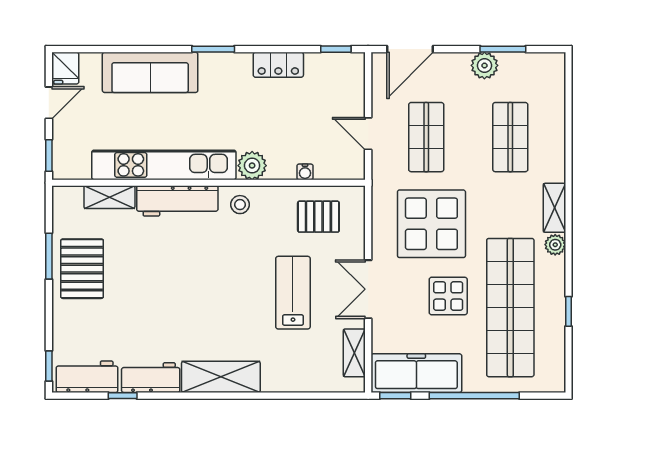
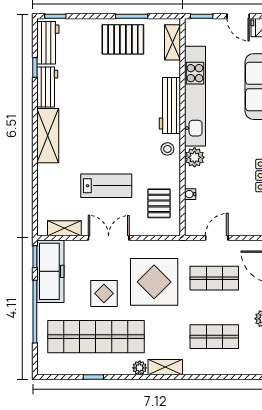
shelving: (109, 197) -> (173, 42), moved

